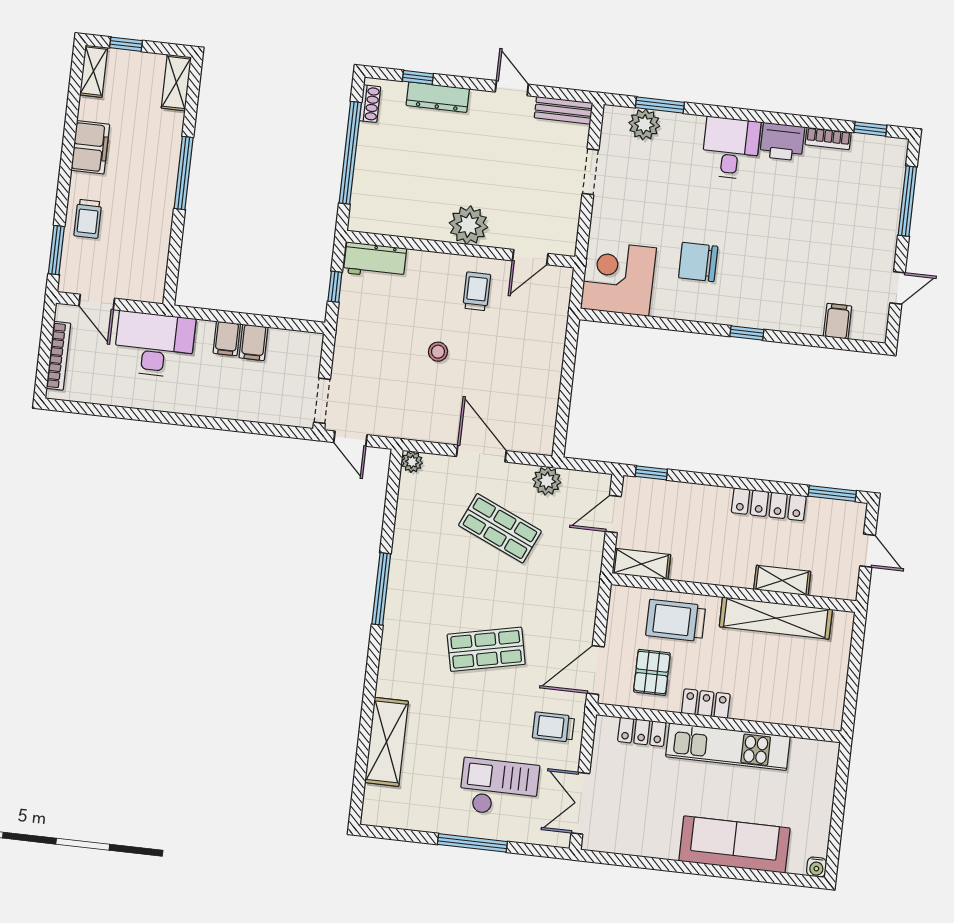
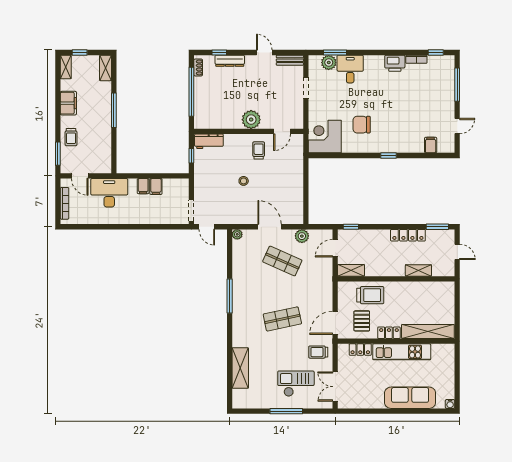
desk: (731, 148) -> (350, 69), moved
shelving: (776, 618) -> (428, 331), moved
trolley: (676, 620) -> (370, 295), turned 180

